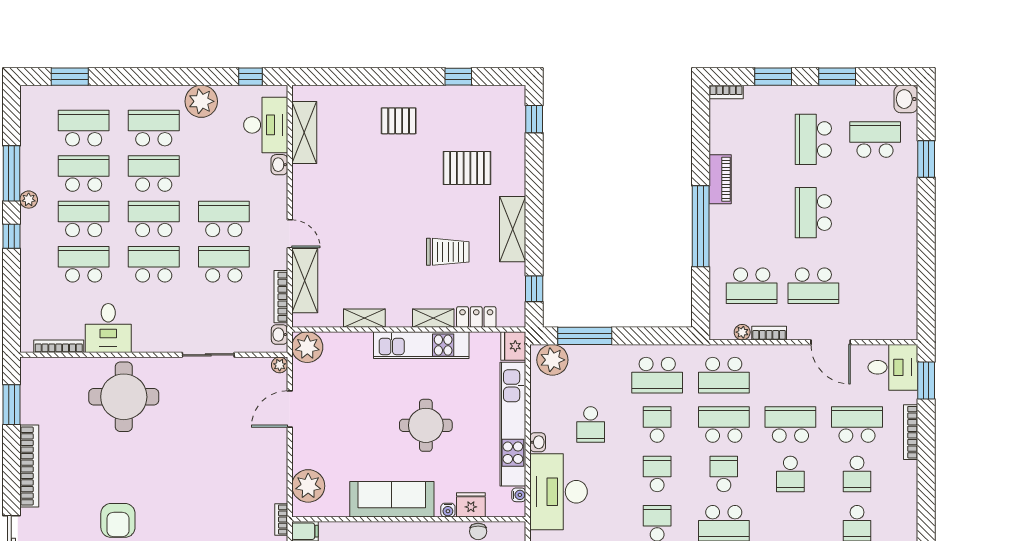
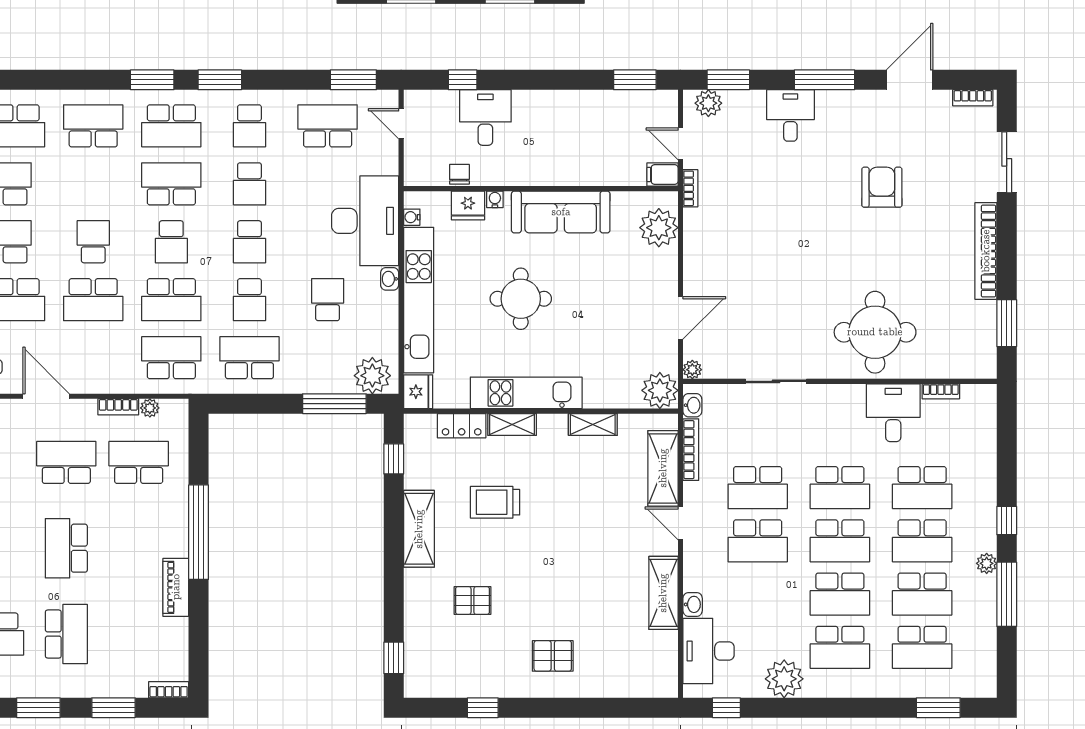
shelving: (304, 133) -> (663, 593), moved
pallet: (467, 168) -> (472, 601), width x0.67, depth x0.71
school desk: (813, 213) -> (66, 548), turned 180
bookcase: (59, 346) -> (941, 391), width x0.64

